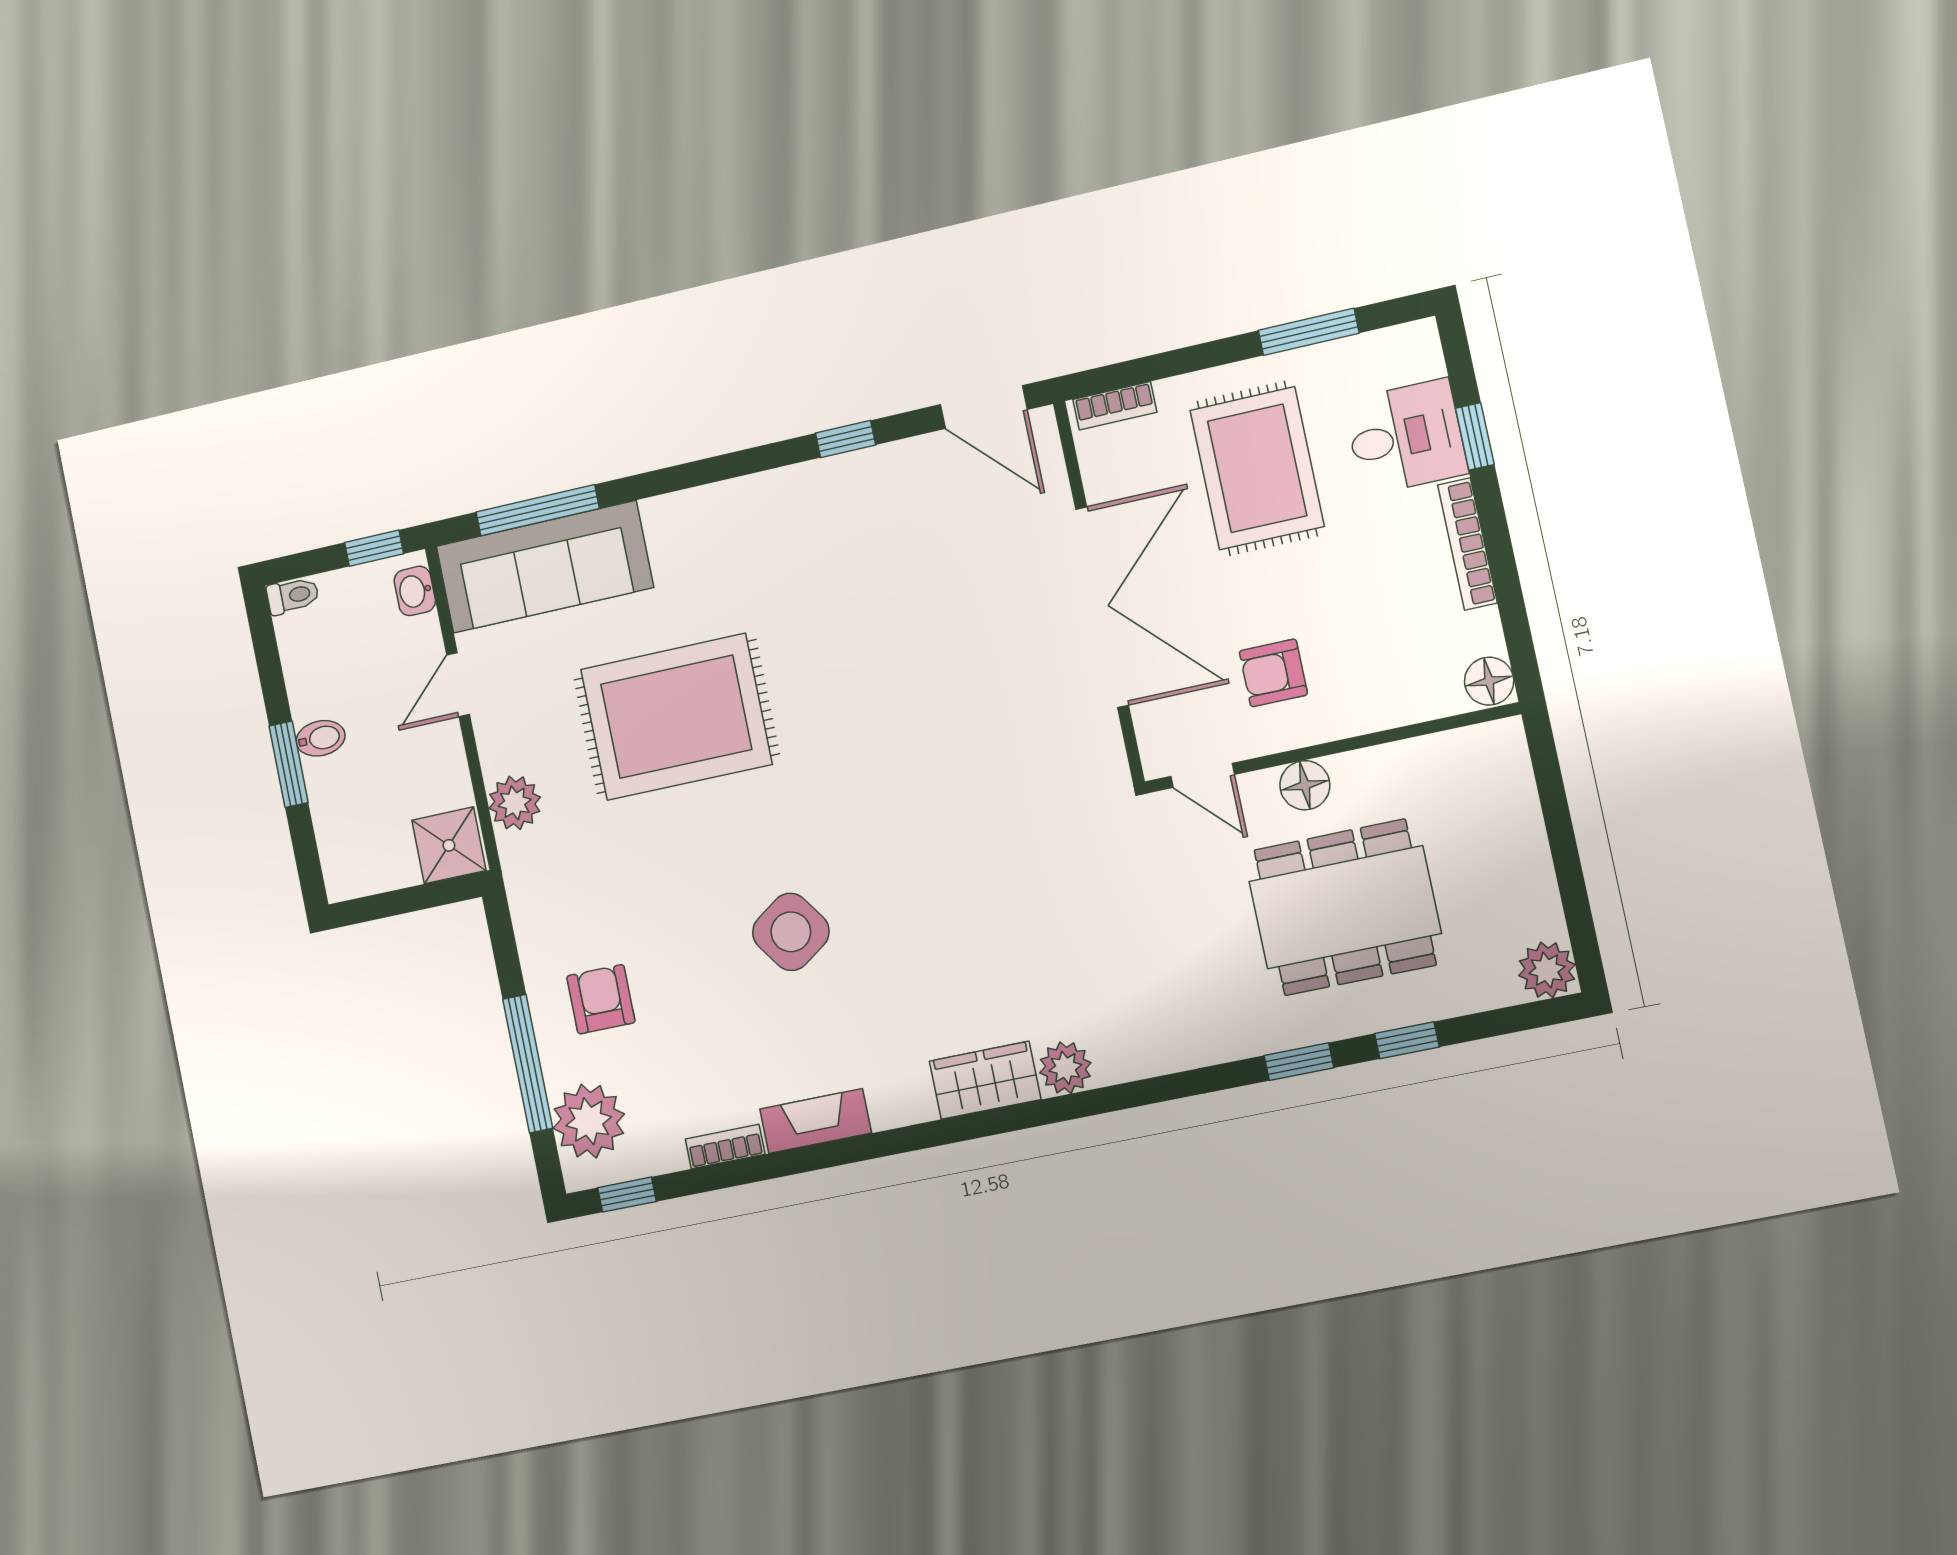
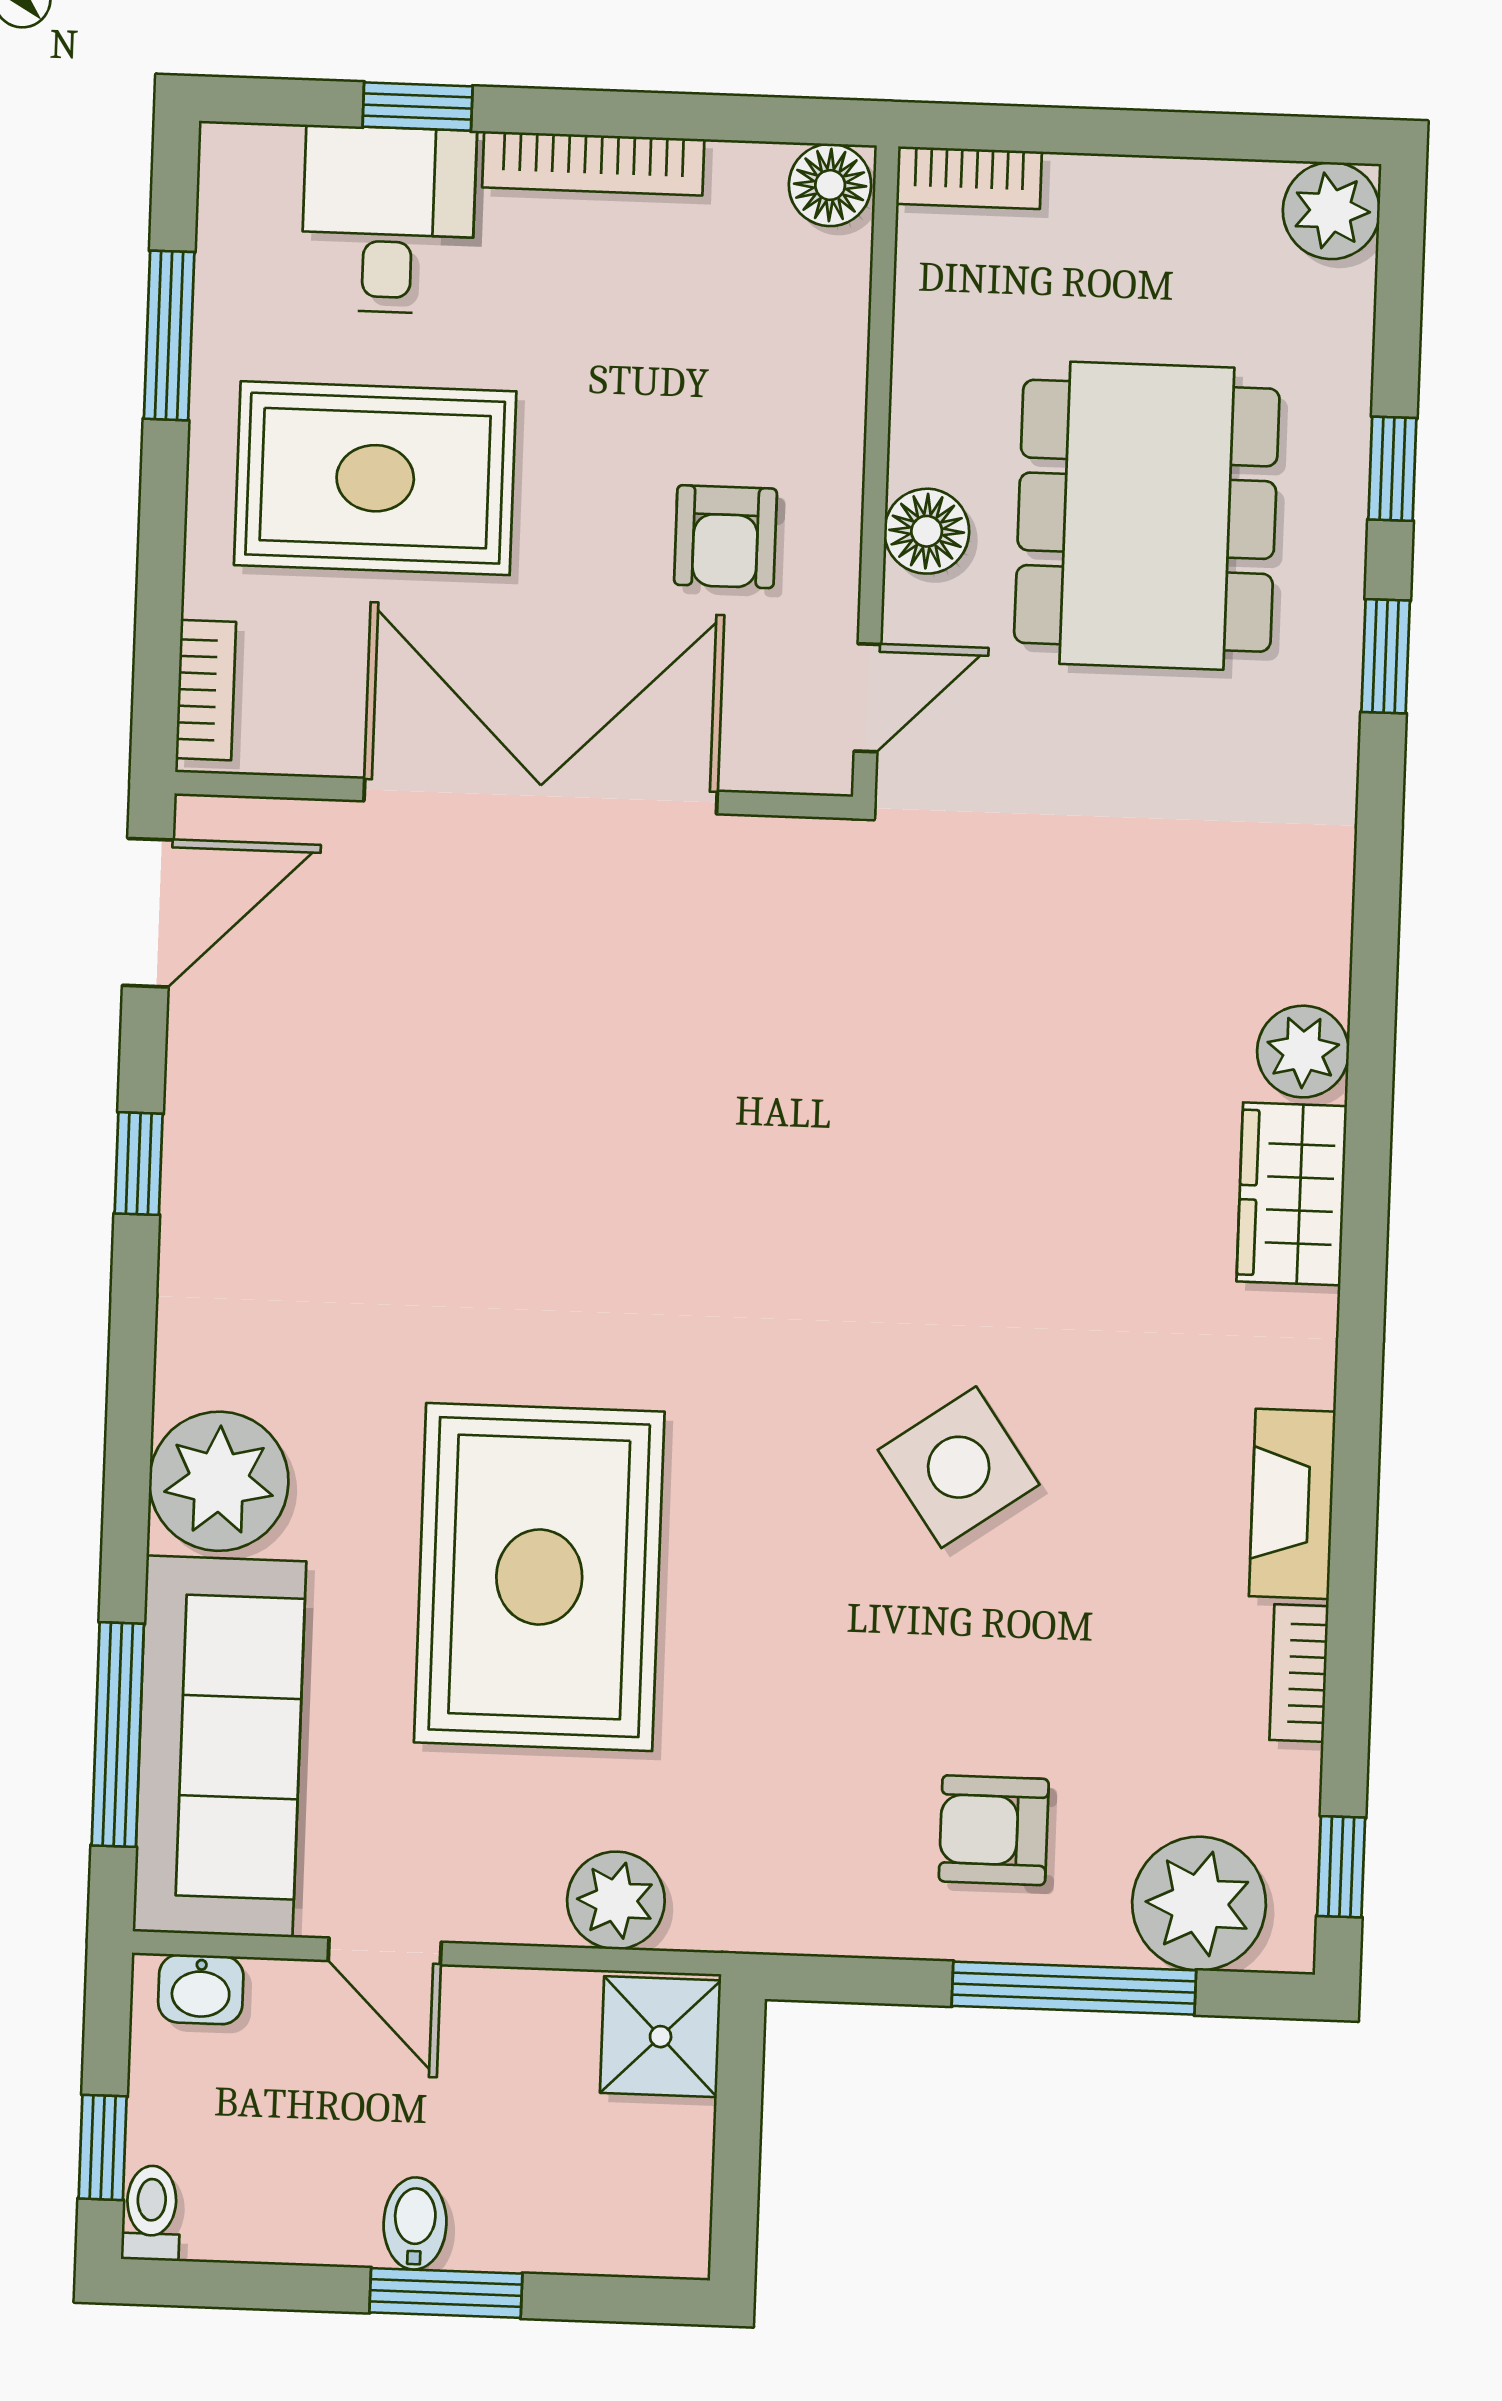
plant: (685, 529) -> (219, 1481), added
window: (374, 548) -> (103, 2147), moved
bookcase: (1513, 759) -> (969, 178), added

